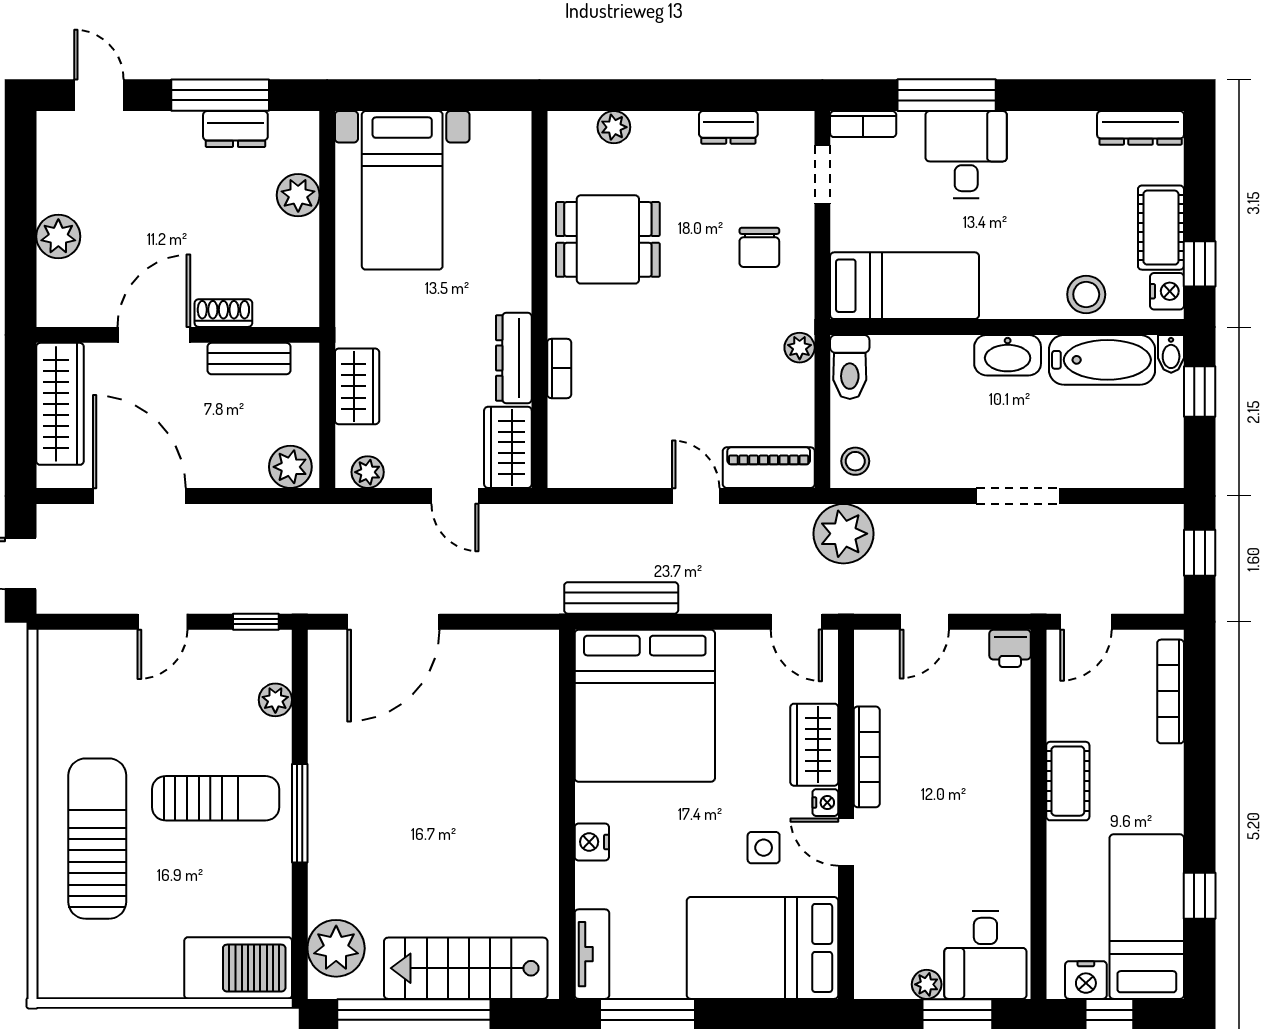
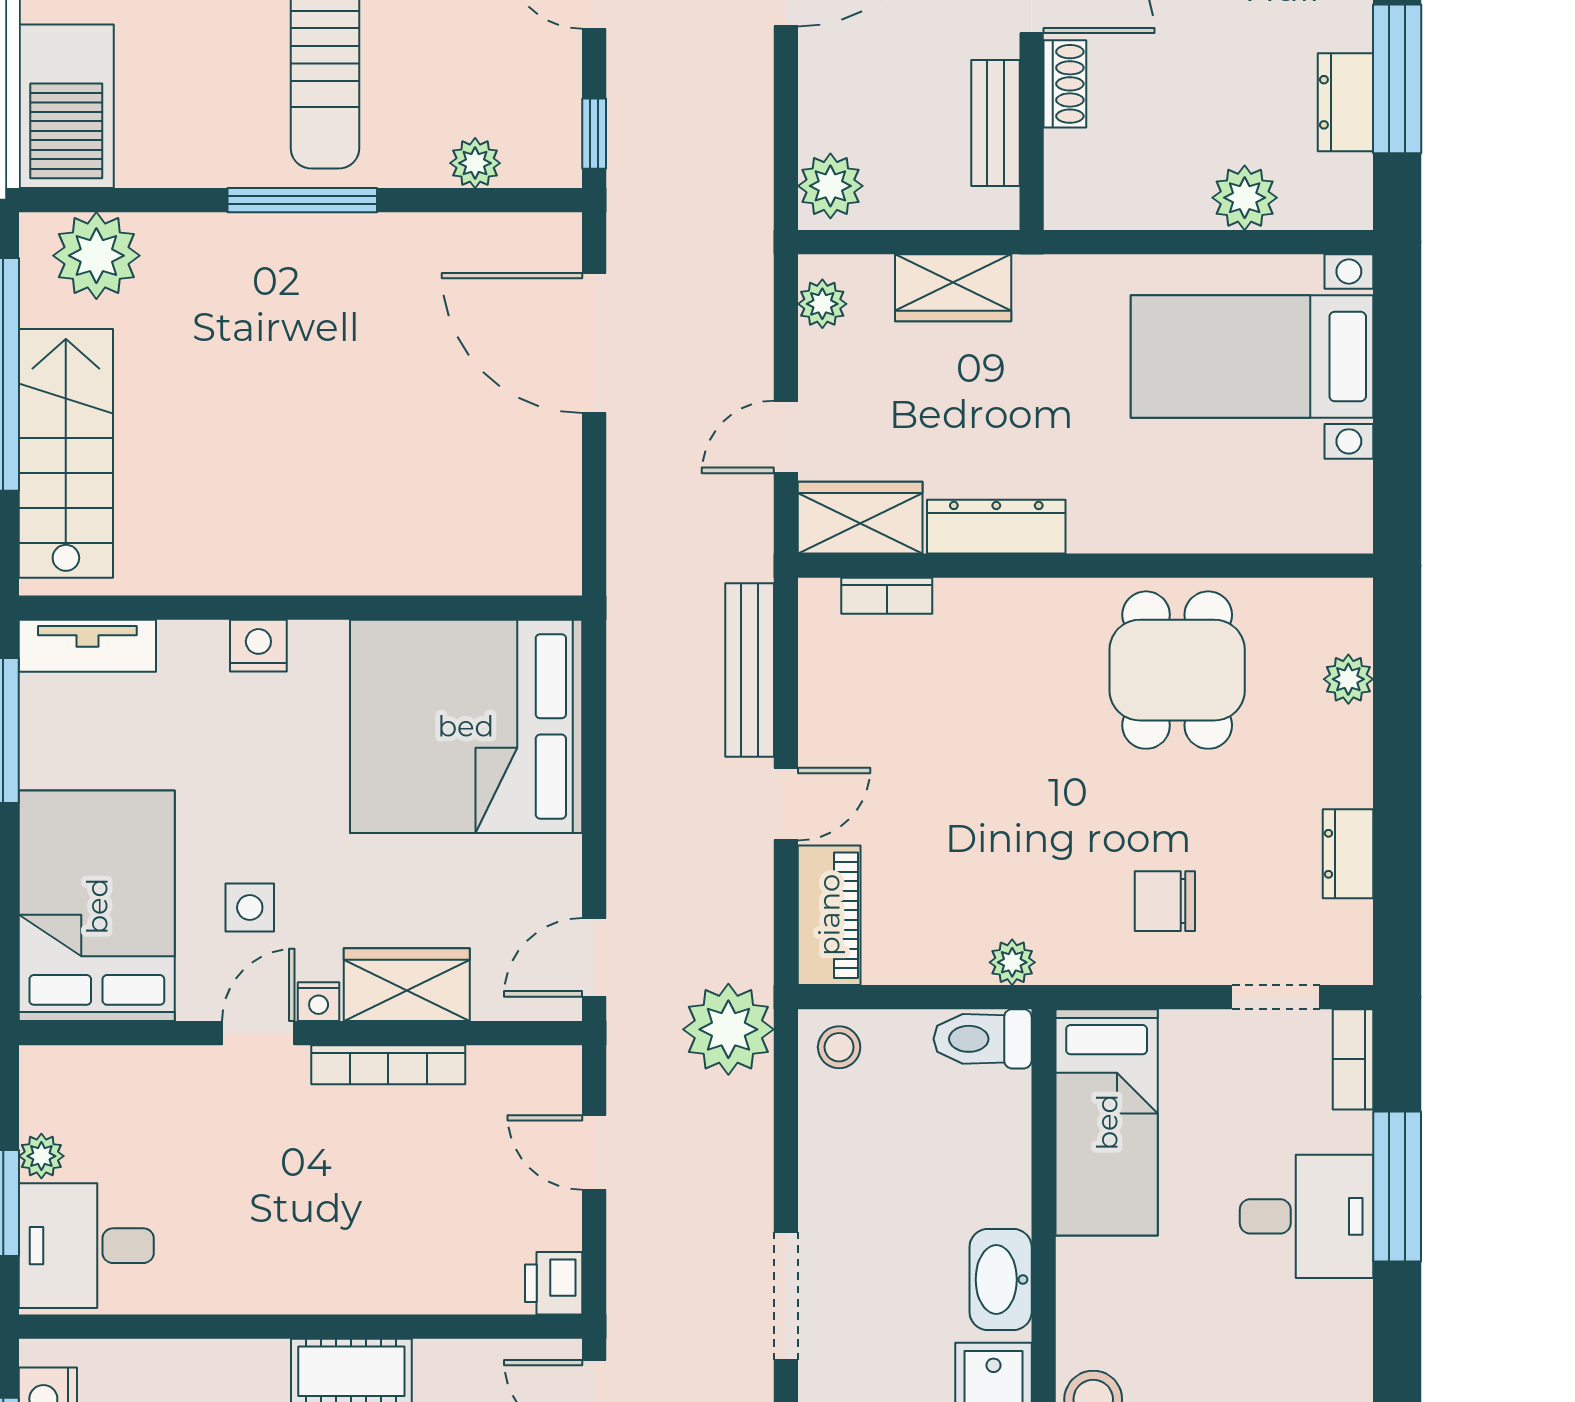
bookcase: (559, 368) -> (887, 596), moved
bench: (621, 598) -> (750, 670), moved

